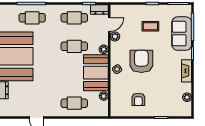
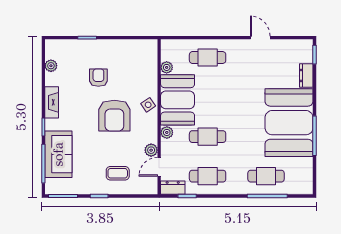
coffee table: (150, 26) -> (118, 173), moved
armchair: (138, 99) -> (98, 78), moved

